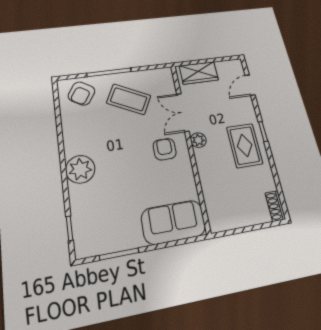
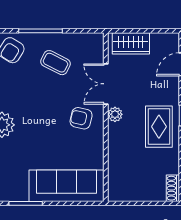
coffee table: (129, 99) -> (55, 63), width x0.73, depth x0.77
armchair: (165, 149) -> (81, 118), turned -77
sofa: (173, 222) -> (66, 186), width x1.36

